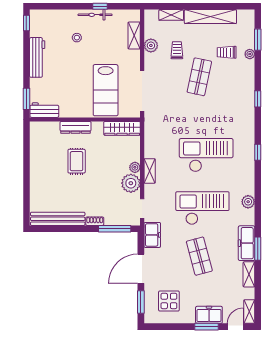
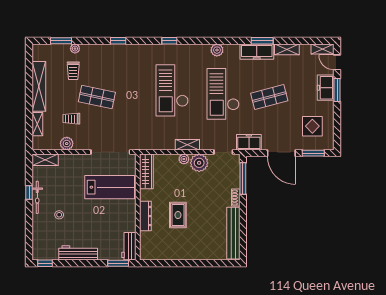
shelving: (134, 35) -> (45, 160), moved
rug: (77, 161) -> (178, 215), turned 90

